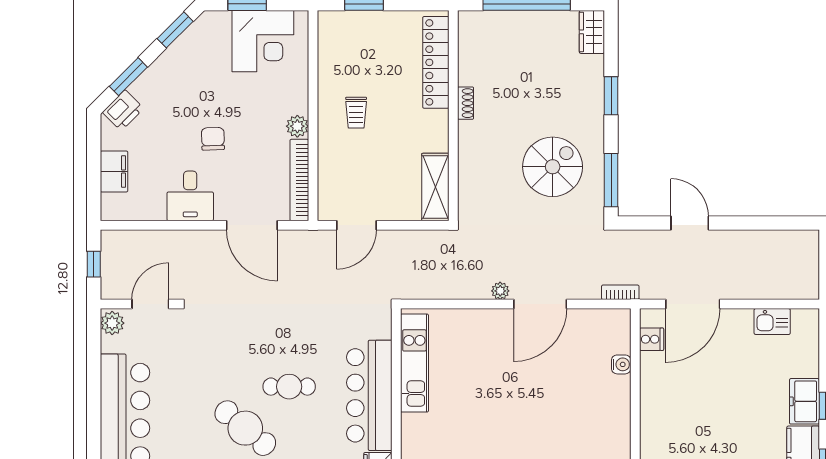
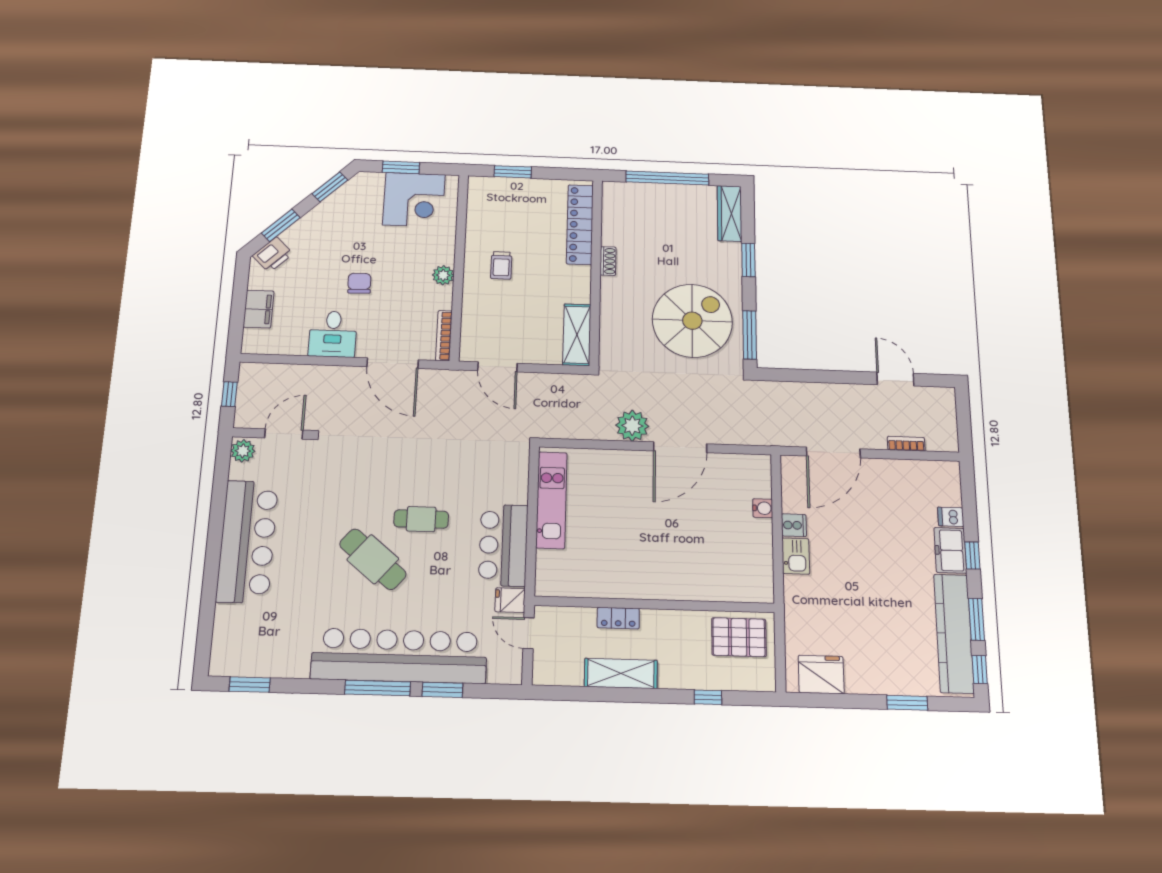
wardrobe: (592, 32) -> (730, 213), width x1.50
spiral stairs: (553, 167) -> (692, 321), width x1.37, depth x1.37
bookcase: (299, 180) -> (444, 336), width x0.68, depth x0.76
door: (690, 223) -> (895, 379), moved
door: (357, 225) -> (497, 367), hinge flipped
plant: (500, 291) -> (632, 426), width x1.87, depth x1.87
bookcase: (620, 292) -> (906, 444), moved
kitchen sink: (772, 322) -> (796, 556), moved, turned -90
cooker: (652, 339) -> (794, 525), moved
dishwasher: (807, 367) -> (951, 517), added
bar counter: (369, 395) -> (503, 545), width x0.73

